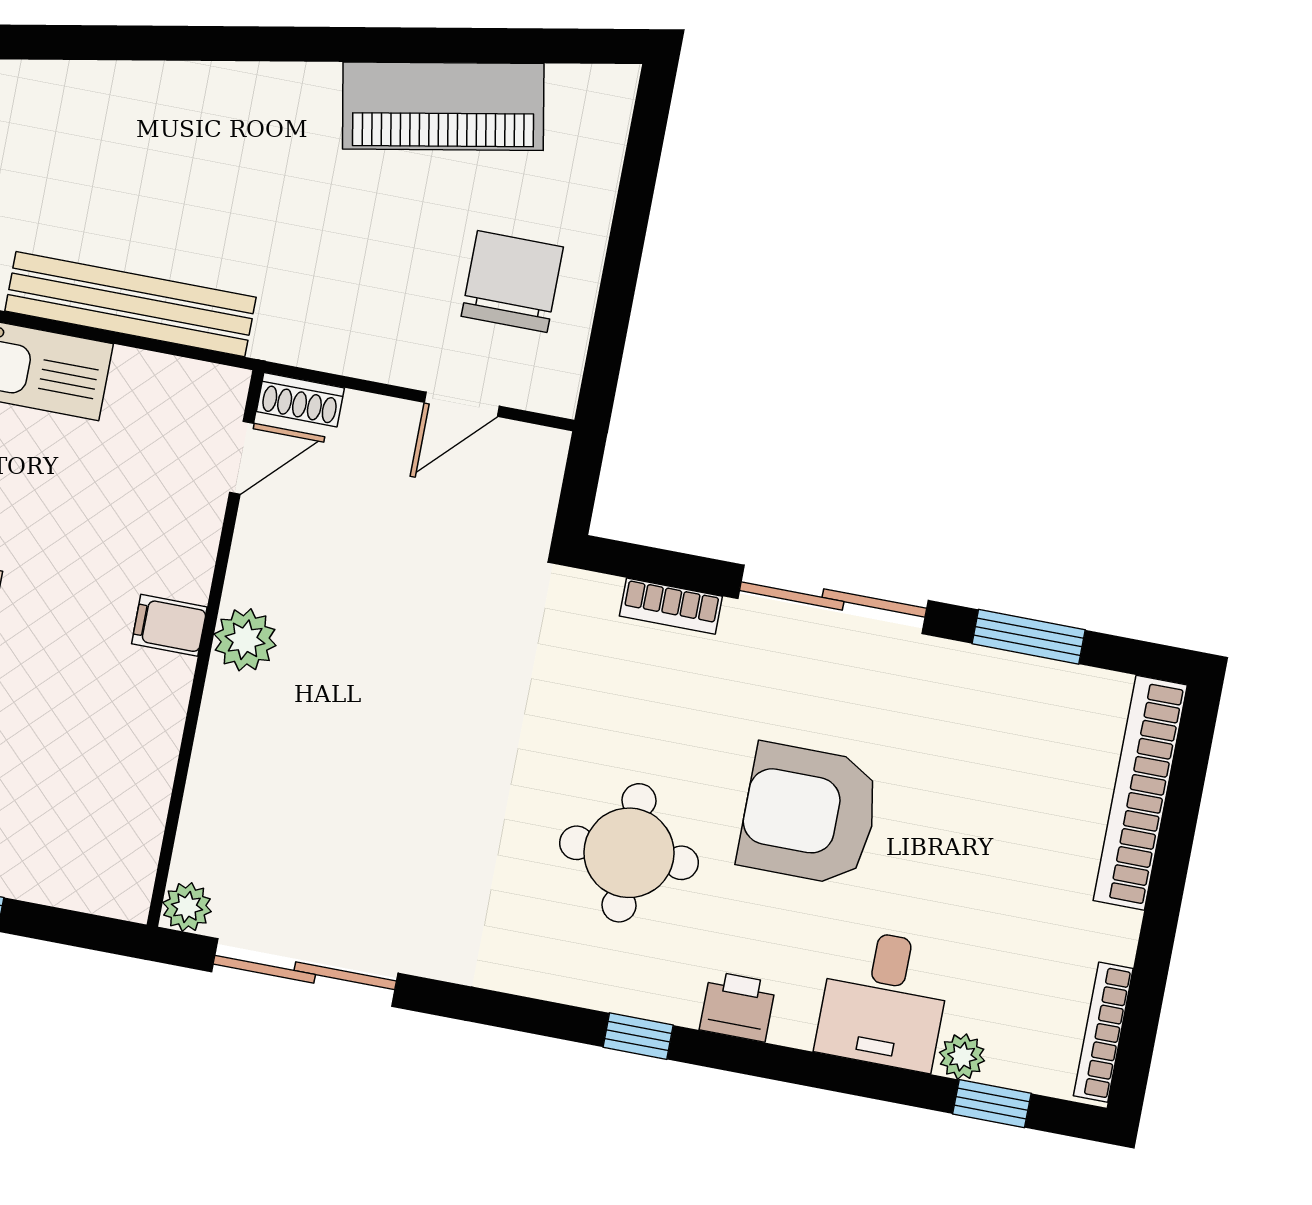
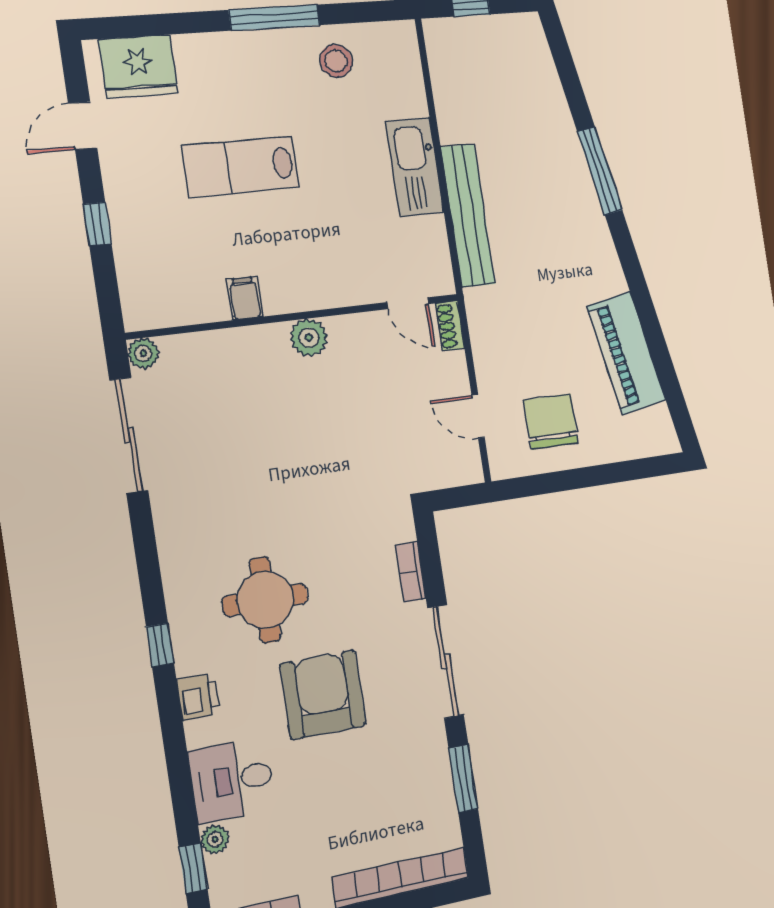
window: (124, 43) -> (600, 171), added
chair: (512, 282) -> (551, 422), turned -90
filing cabinet: (169, 625) -> (245, 298), moved

